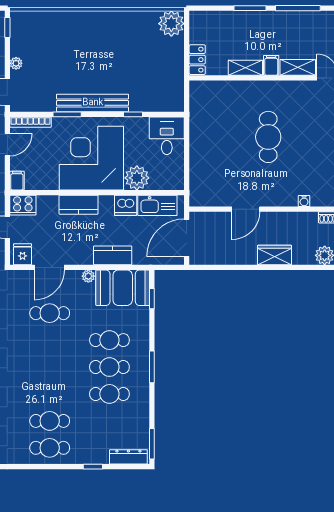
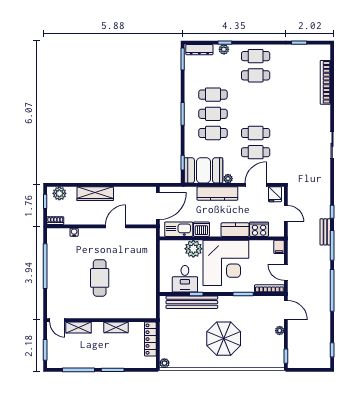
plant: (171, 24) -> (164, 363), width x0.53, depth x0.53
parasol: (94, 52) -> (224, 339), added
locker: (197, 60) -> (150, 339), width x1.53
filing cabinet: (271, 65) -> (98, 329), removed
bench: (93, 103) -> (192, 302), moved
desk: (167, 136) -> (185, 279), moved
door: (7, 145) -> (286, 272), hinge flipped
cooker: (23, 205) -> (259, 229), moved
kitchen counter: (113, 255) -> (217, 193), width x1.50
wardrobe: (275, 255) -> (95, 194), width x1.50
cafe table: (50, 340) -> (256, 133), added
plant: (94, 457) -> (224, 49), added

